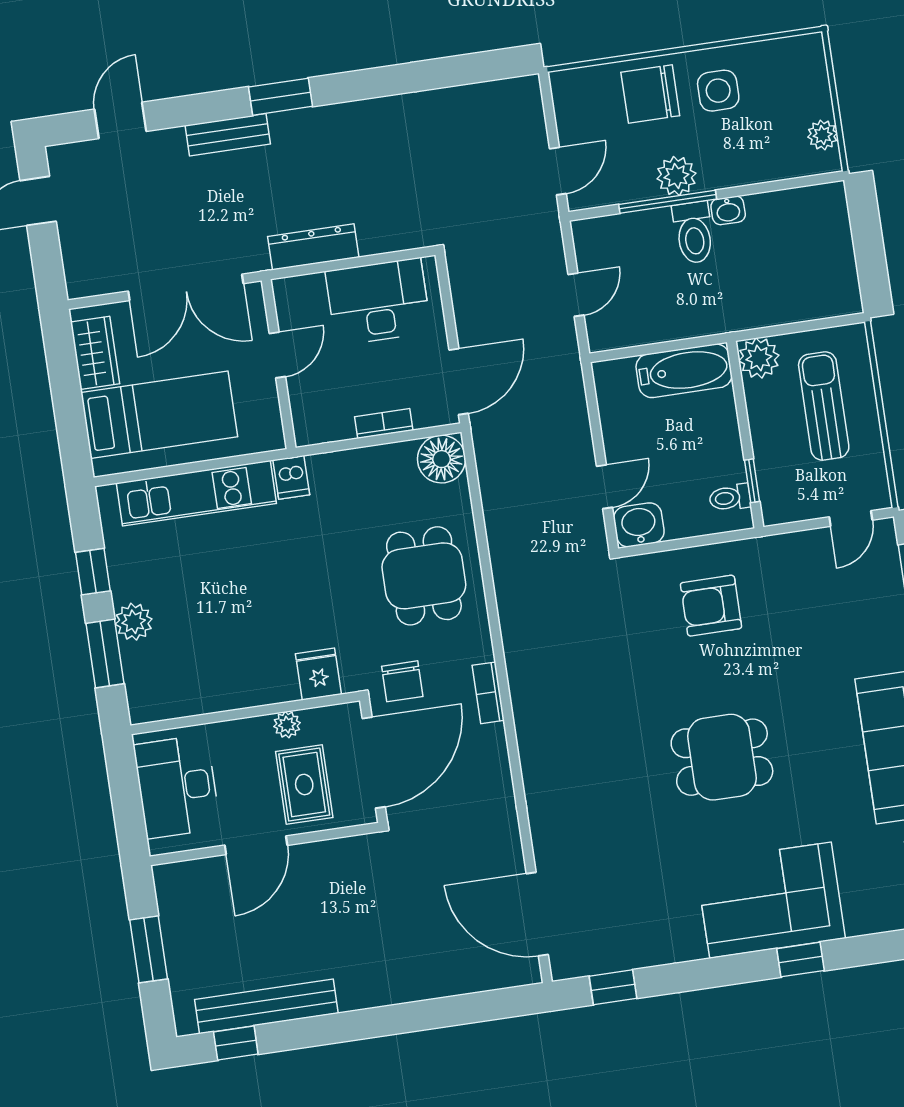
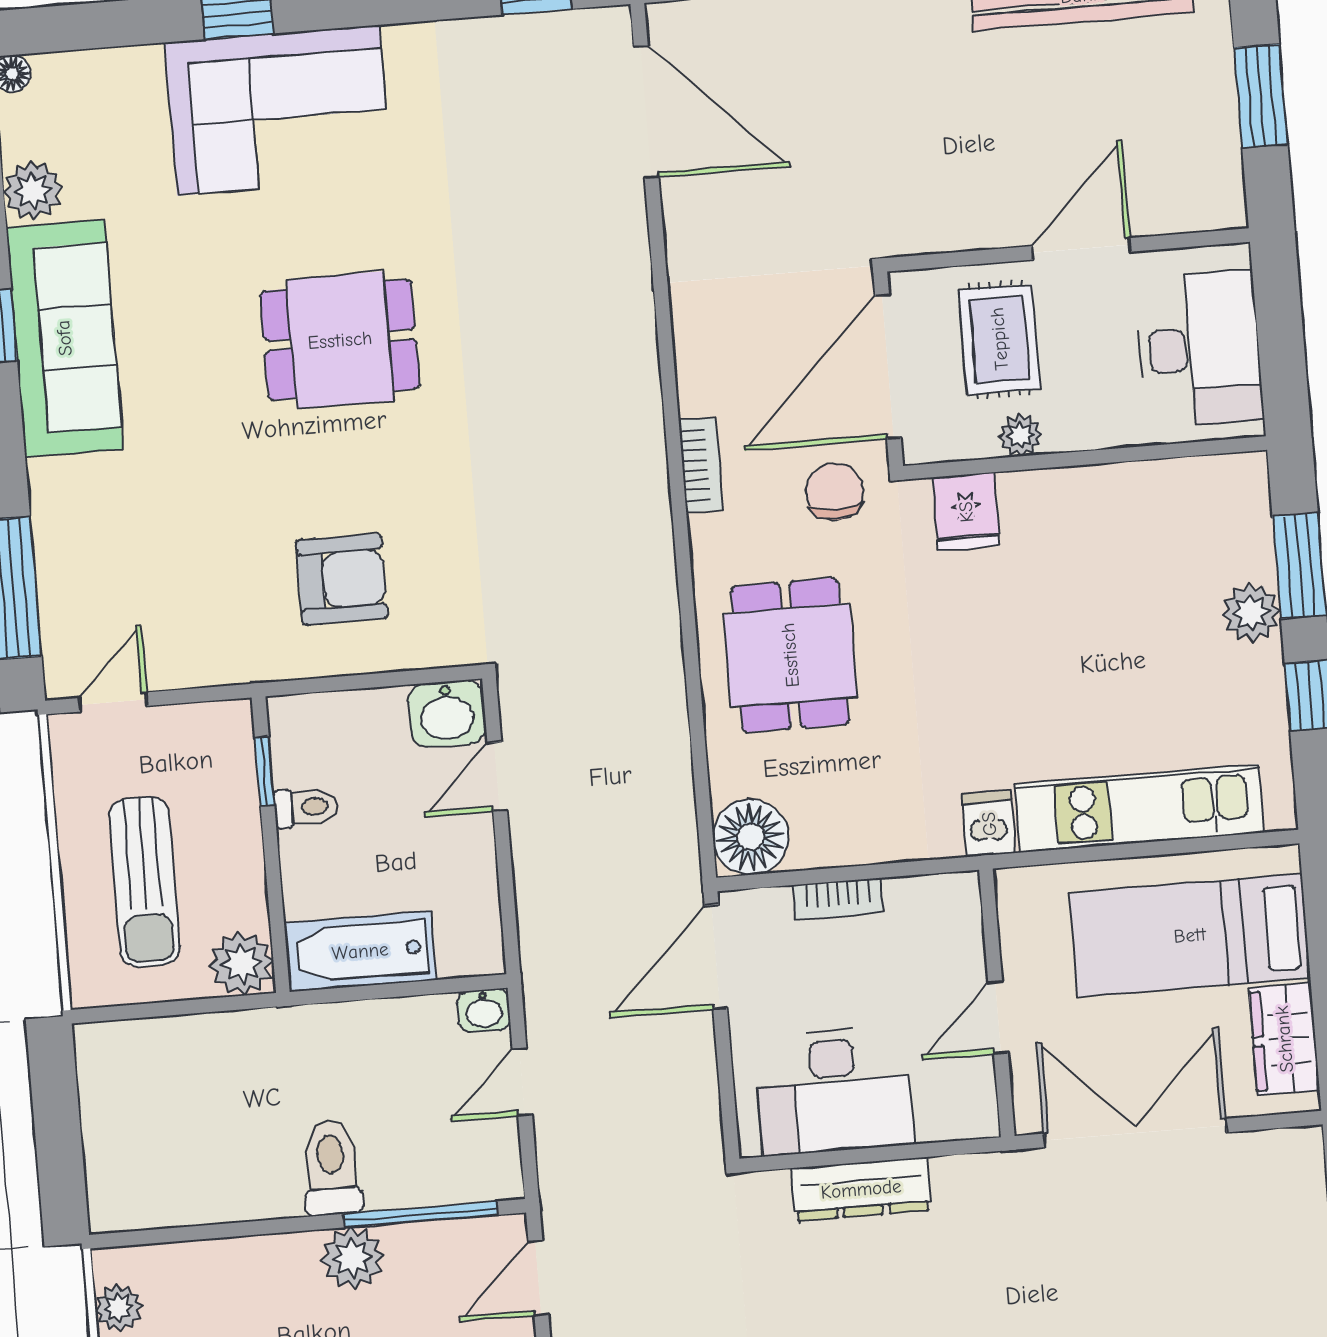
window: (668, 202) -> (421, 1214), moved
washbasin: (728, 210) -> (484, 1010), moved, turned 180
dresser: (313, 247) -> (861, 1189), moved
toilet: (730, 498) -> (306, 807), moved

